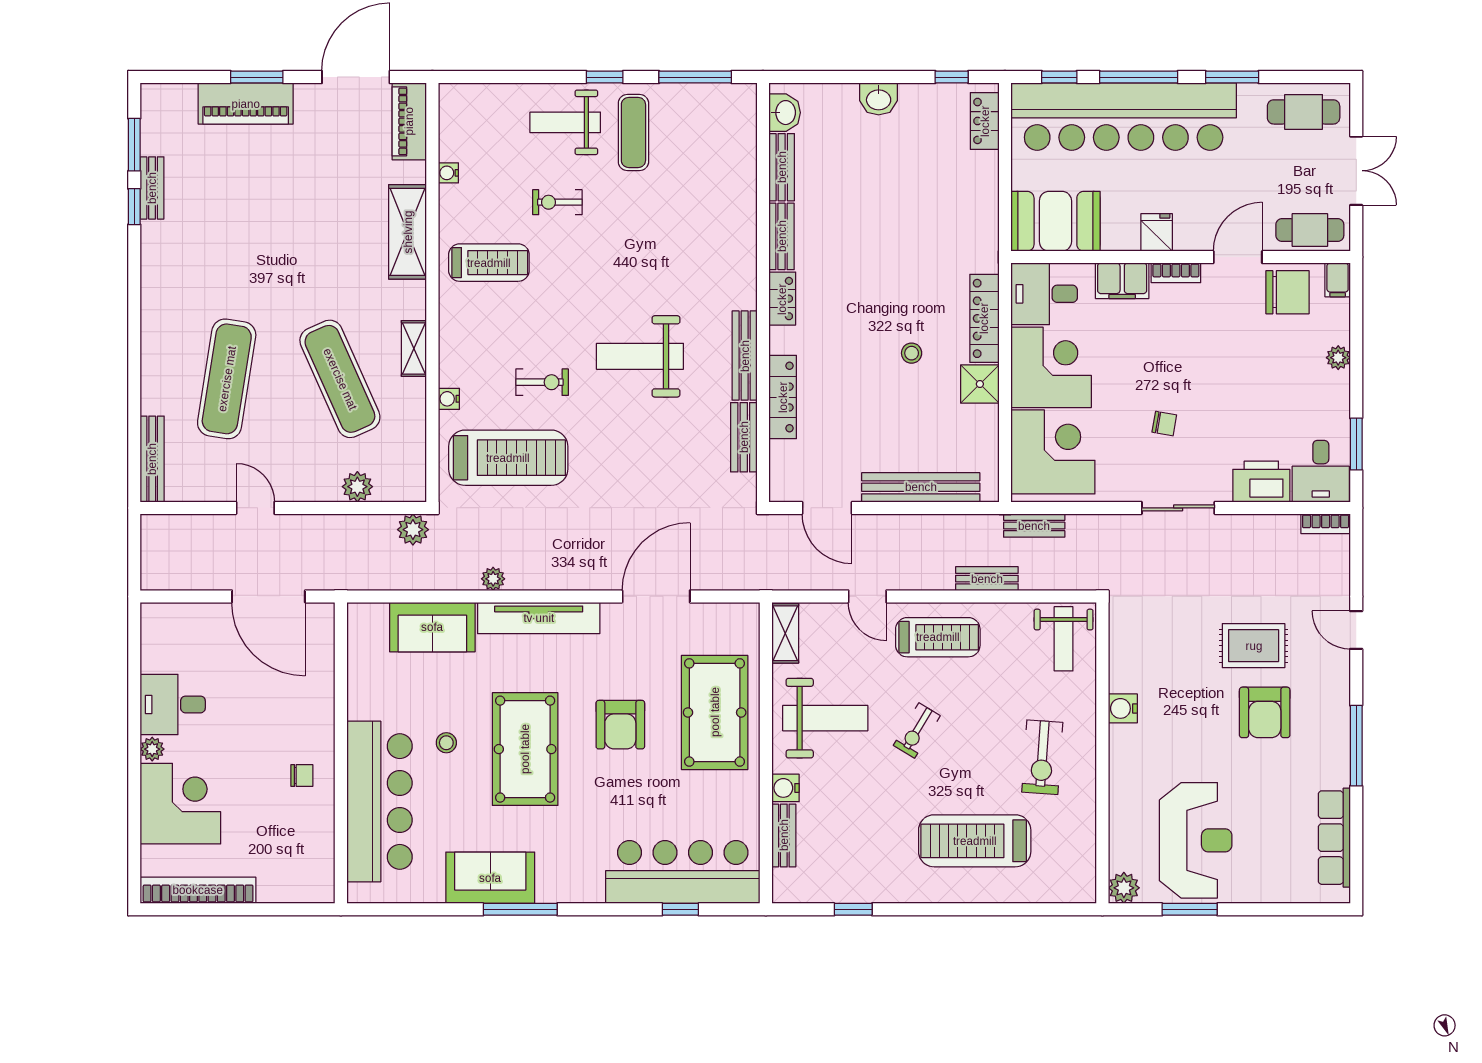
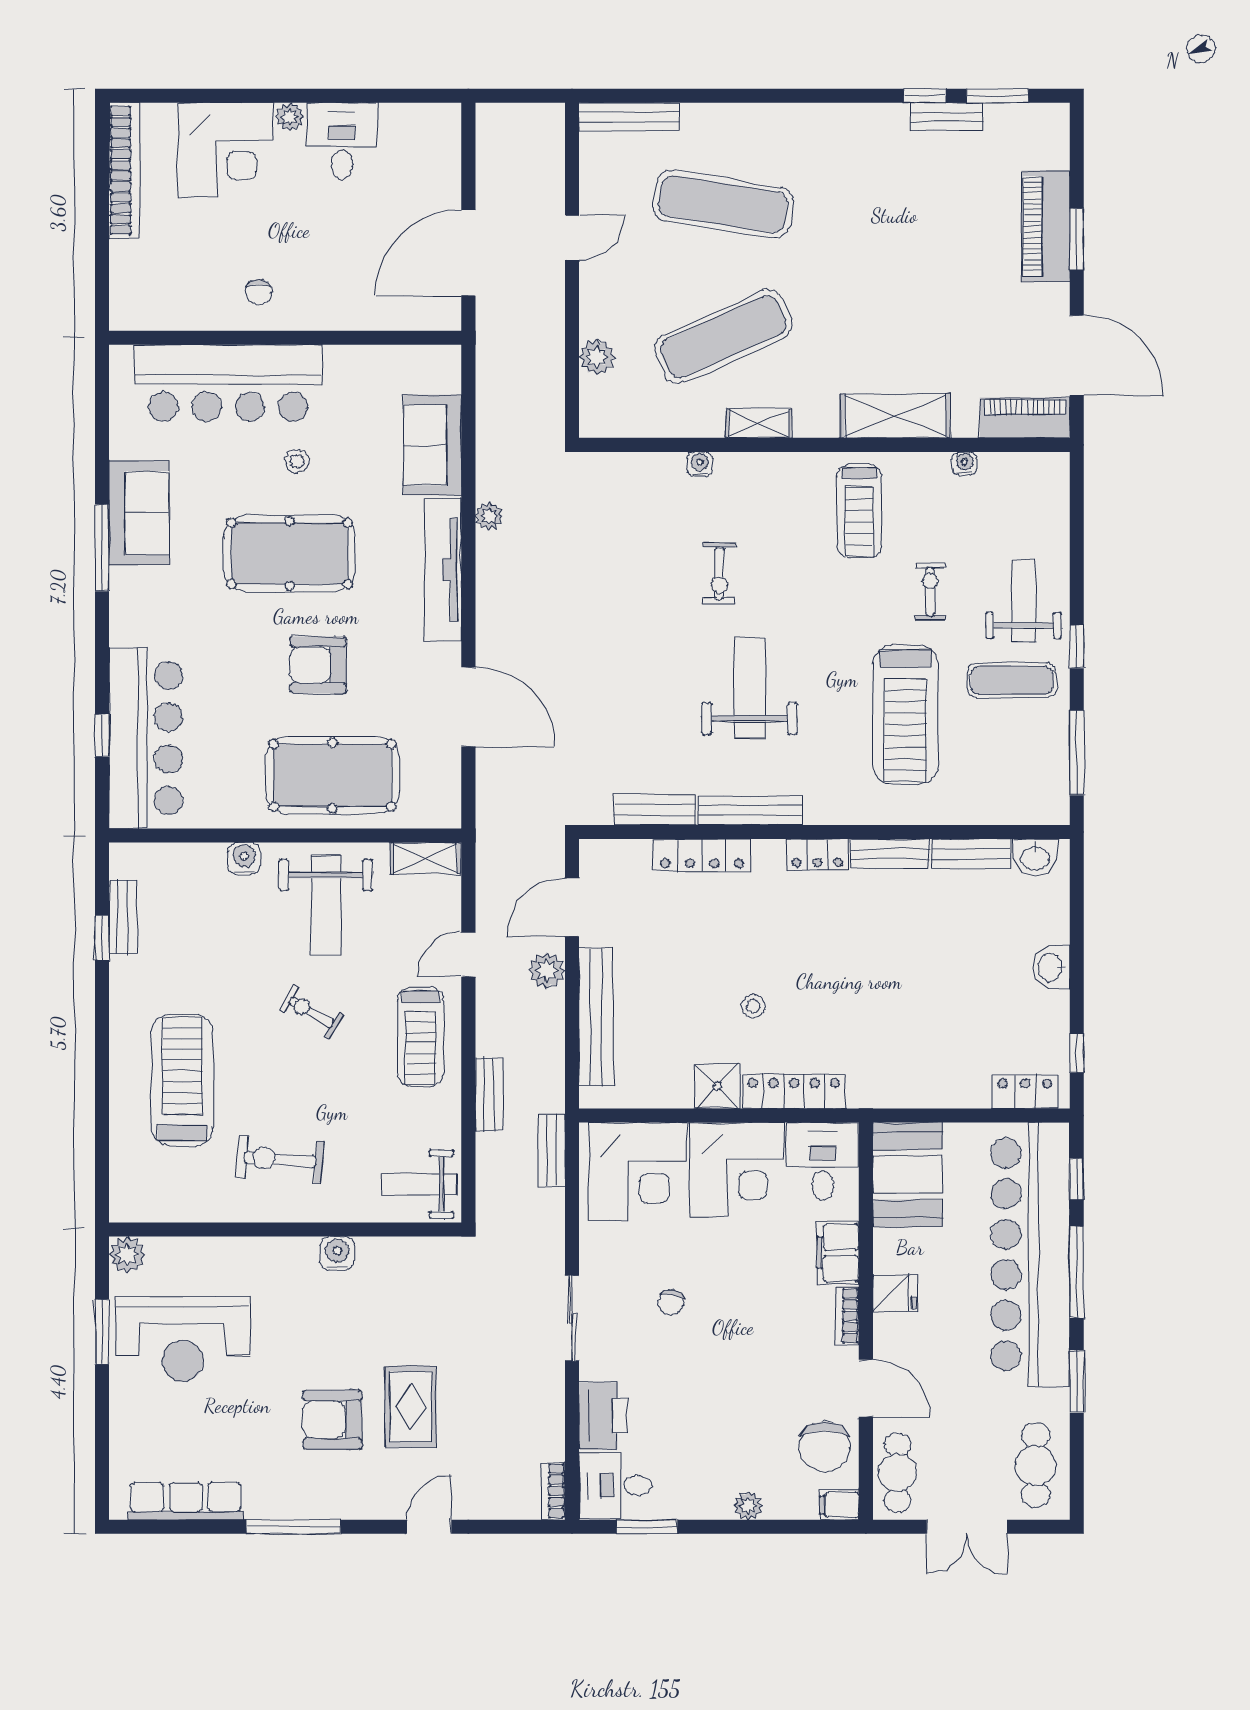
treadmill: (508, 458) -> (906, 714), moved
plant: (413, 530) -> (547, 970), moved
bench: (784, 835) -> (123, 917), moved, turned 90

